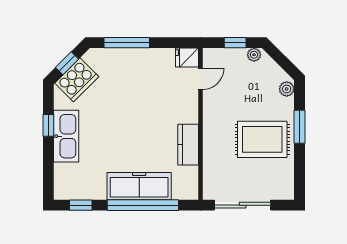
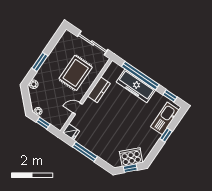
window: (127, 43) -> (85, 152), moved
door: (201, 79) -> (78, 108), moved
window: (48, 125) -> (166, 135), moved
kitchen sink: (66, 136) -> (165, 118), moved
rug: (262, 139) -> (76, 73), moved, turned 90

